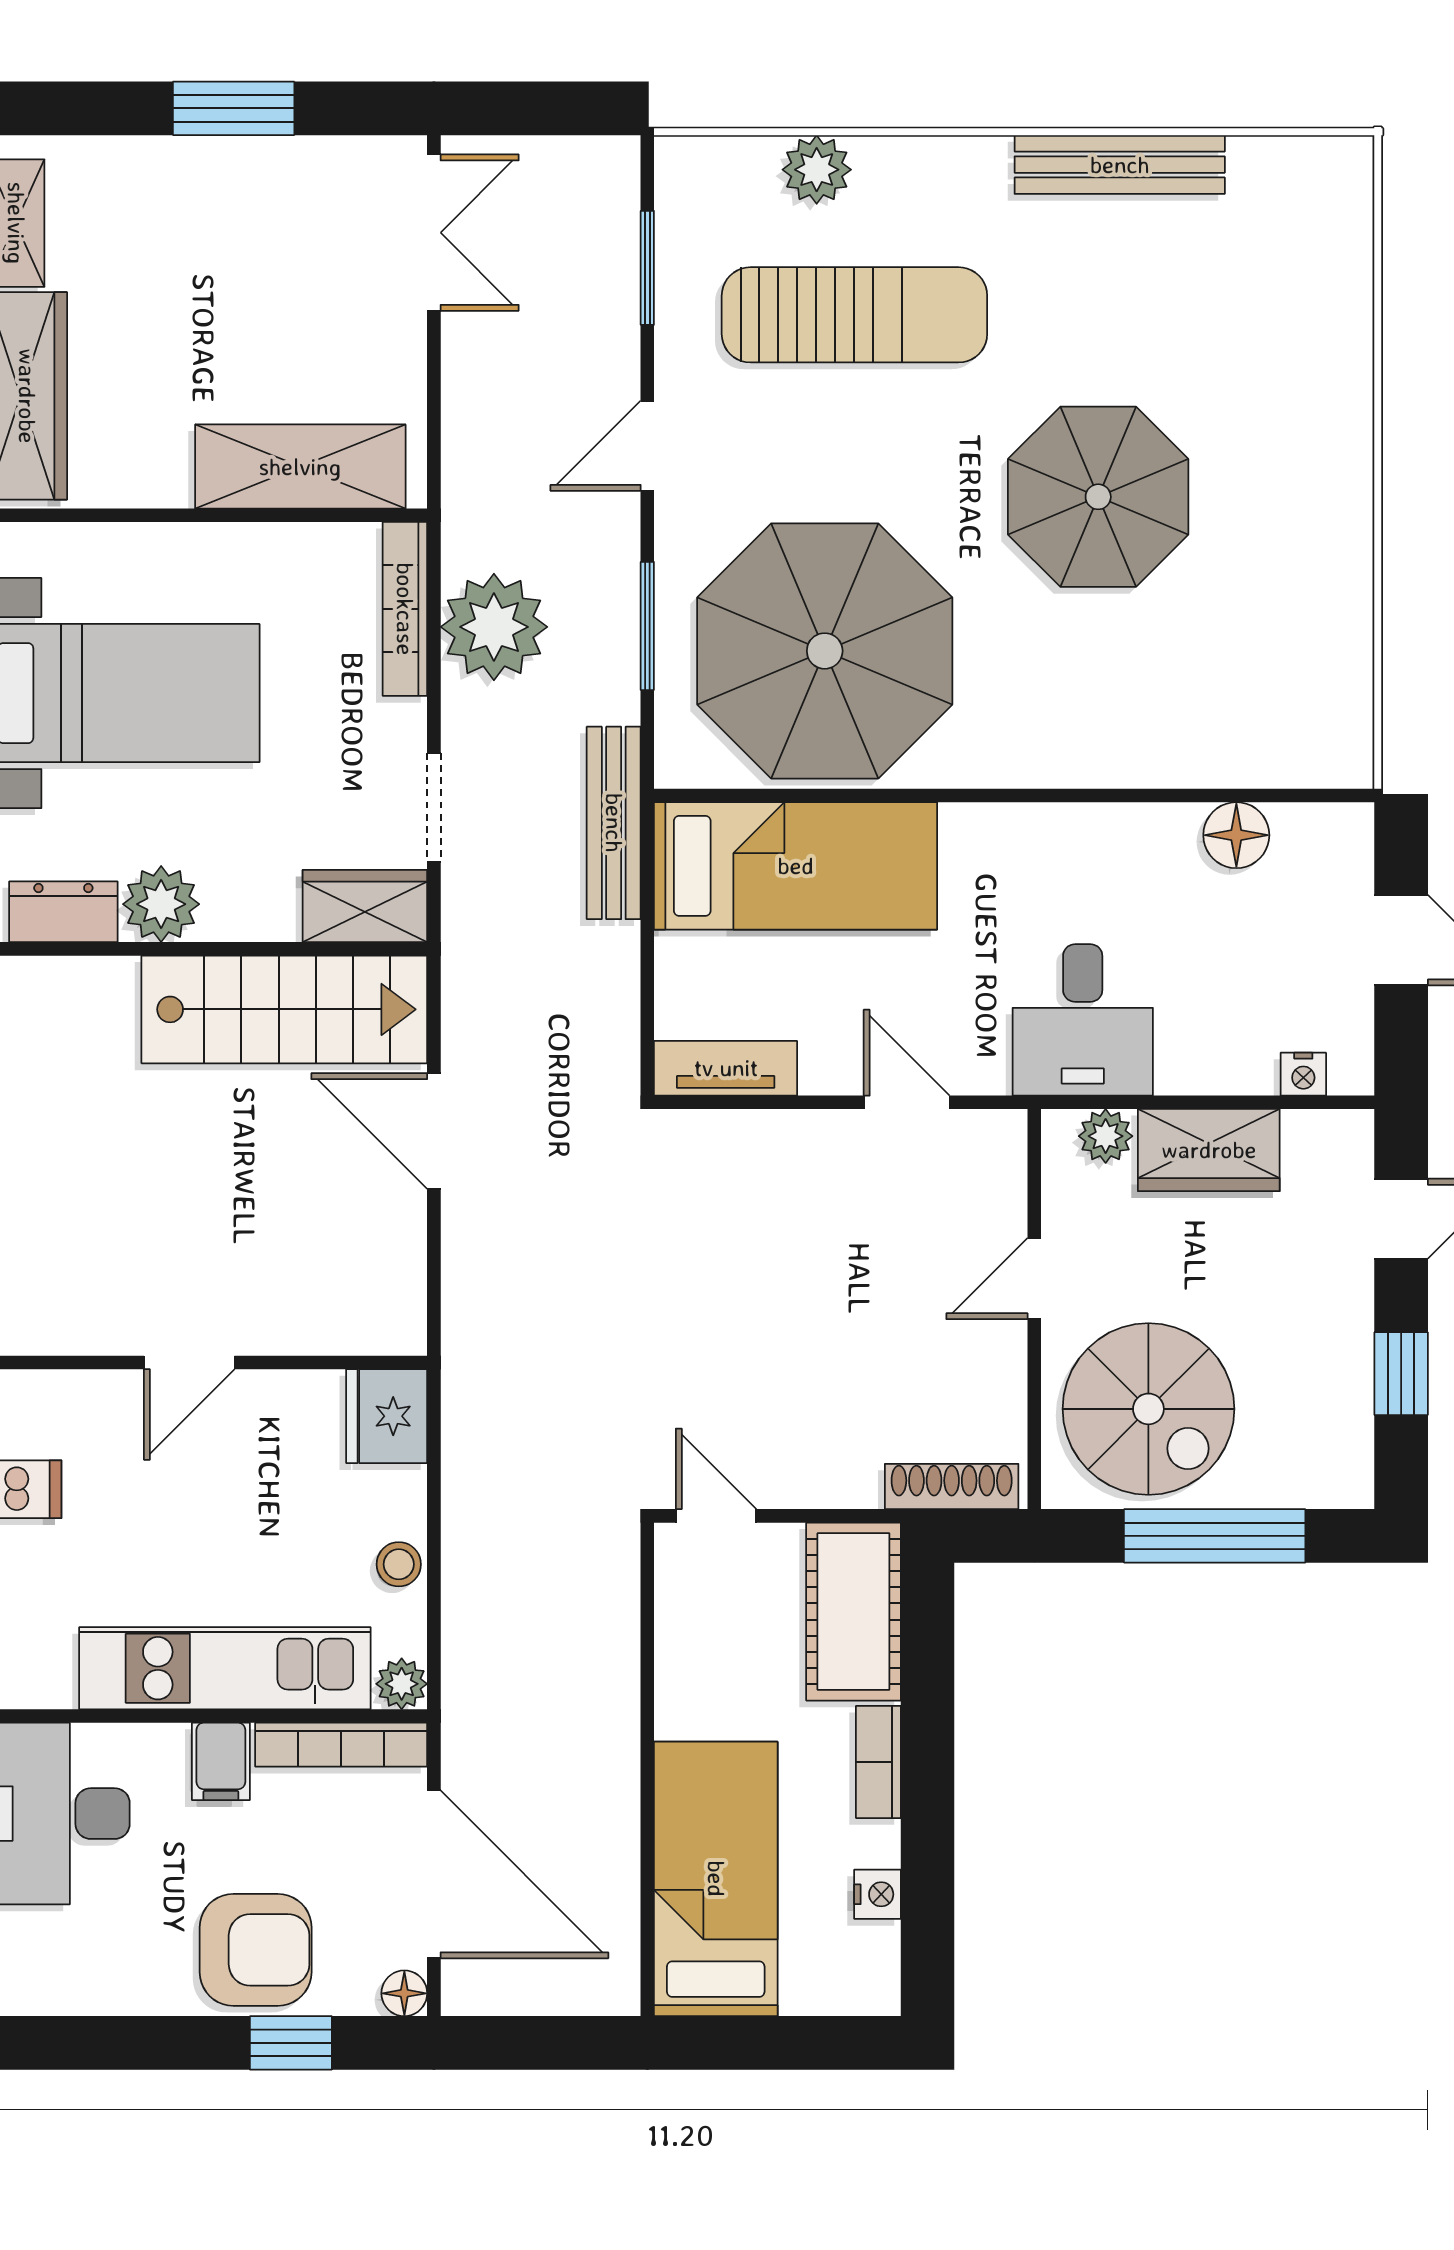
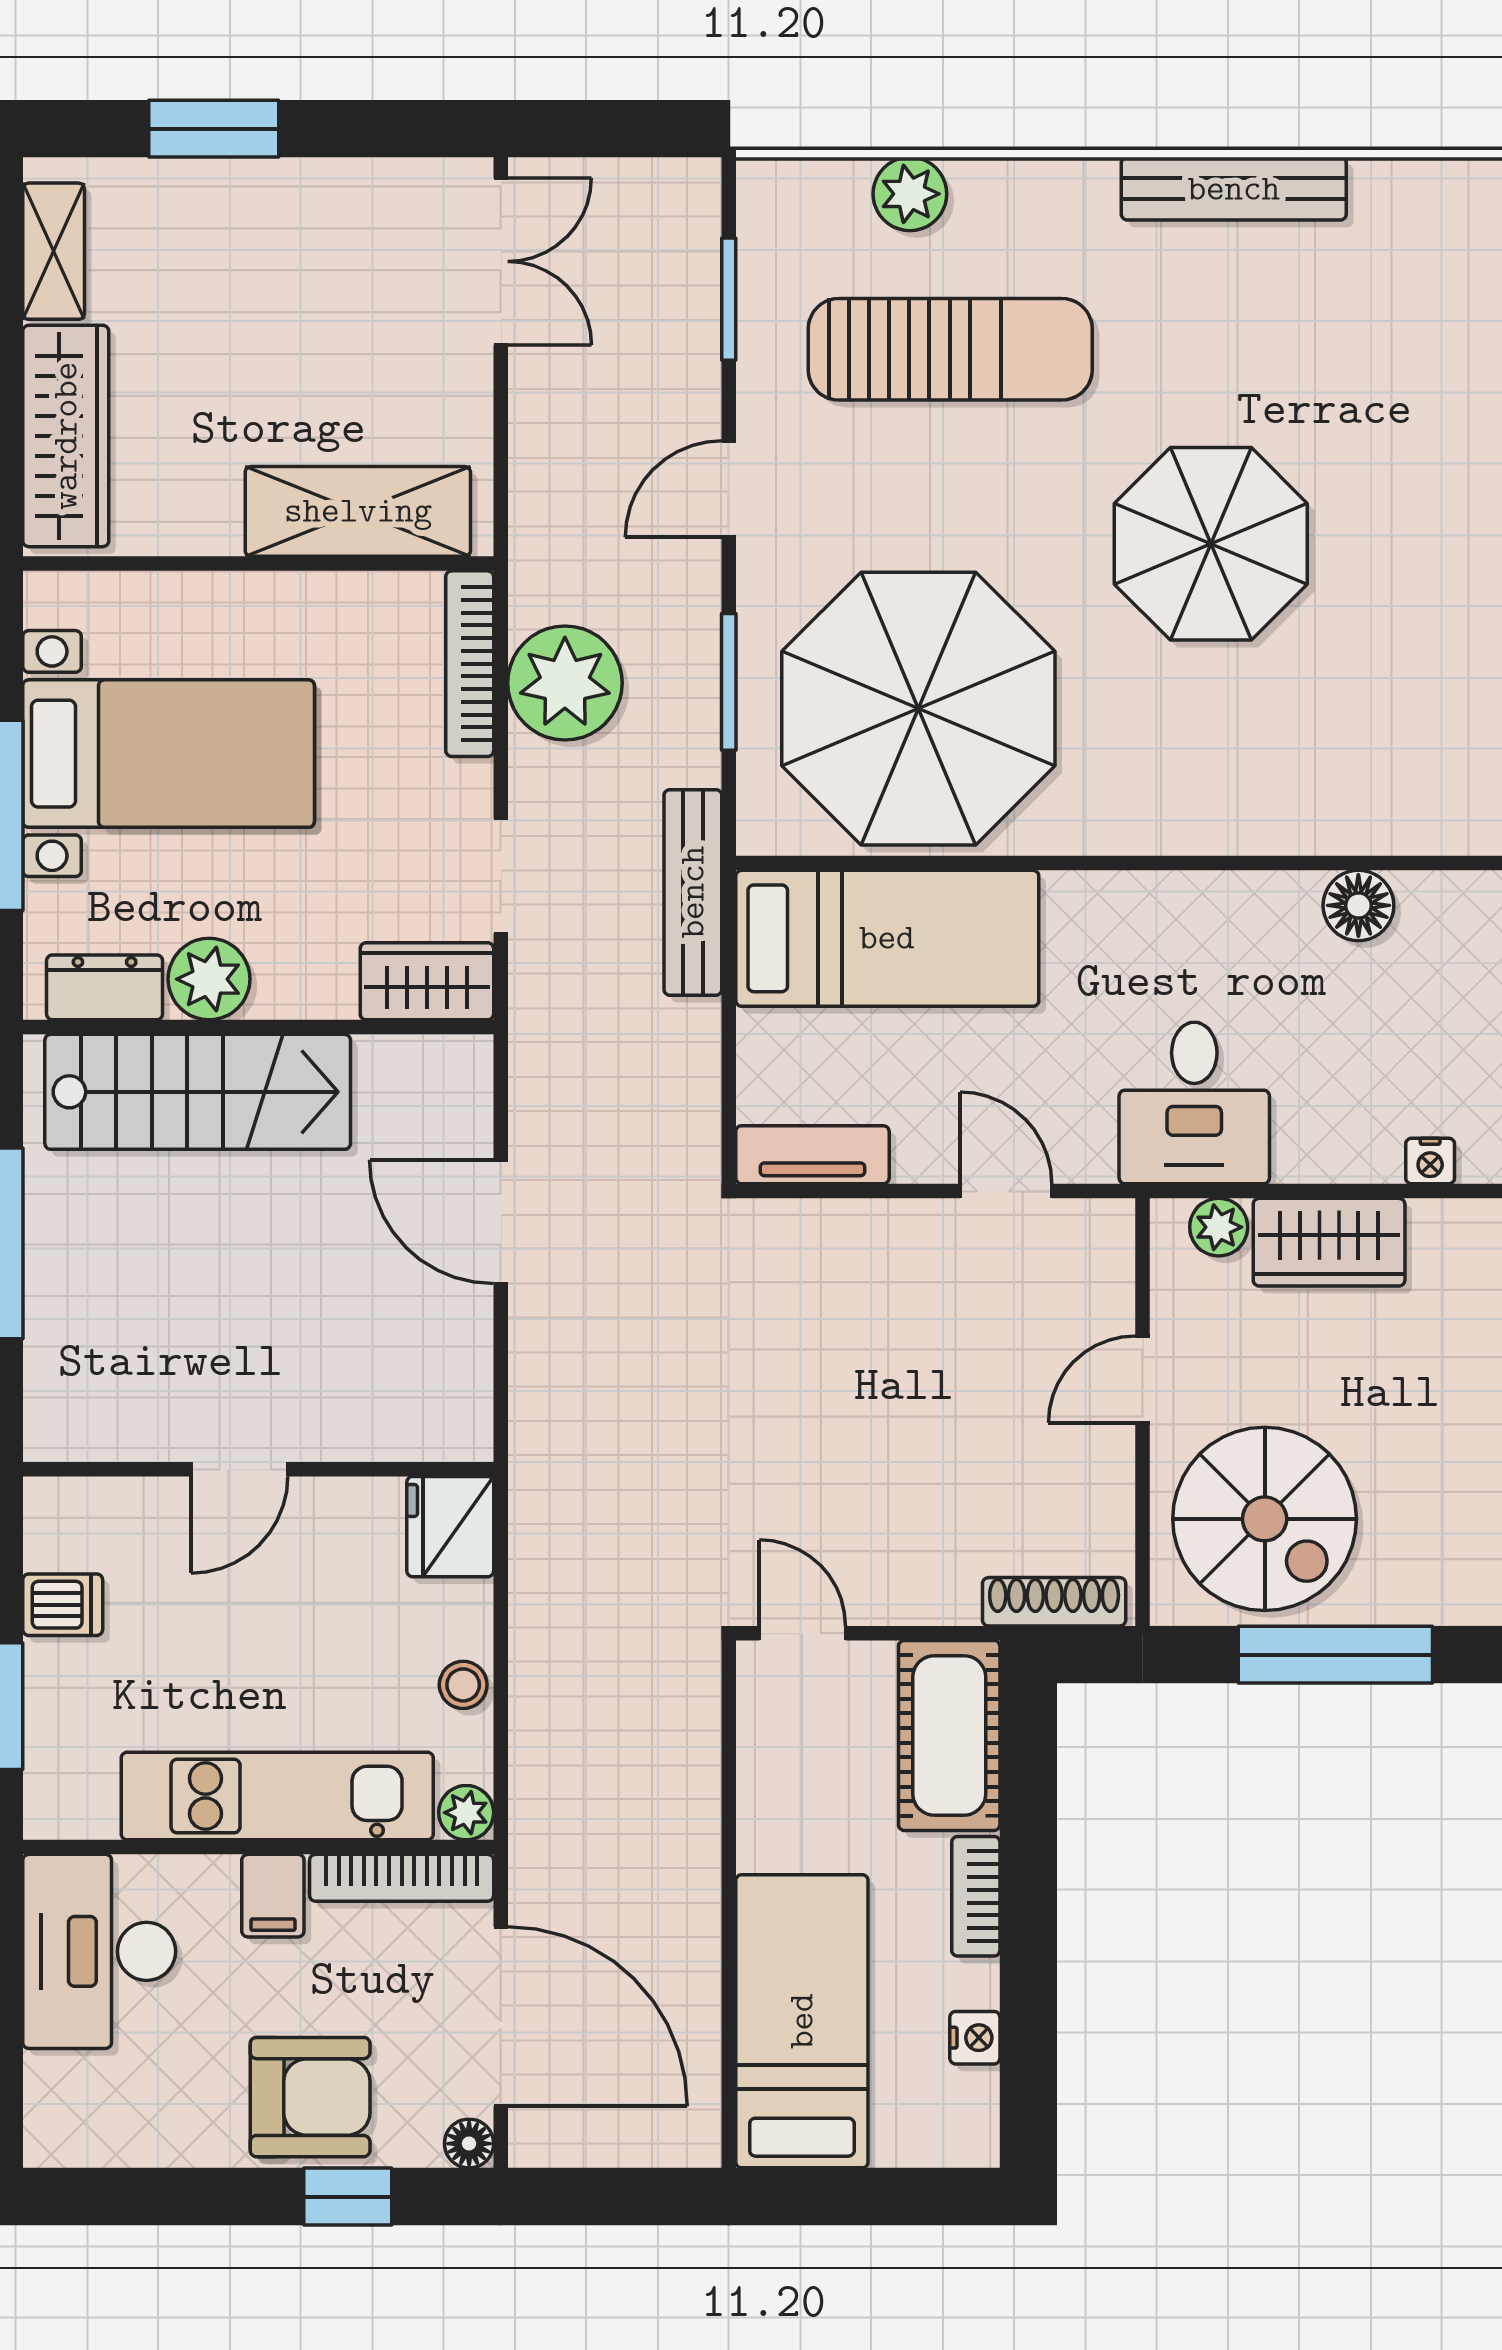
window: (234, 108) -> (214, 129), moved
stairs: (284, 1009) -> (198, 1092), moved

